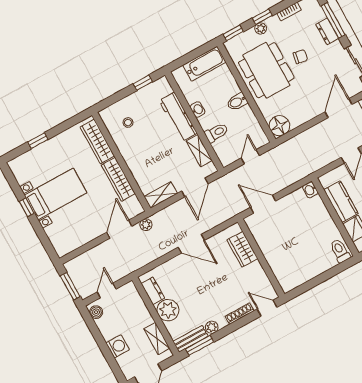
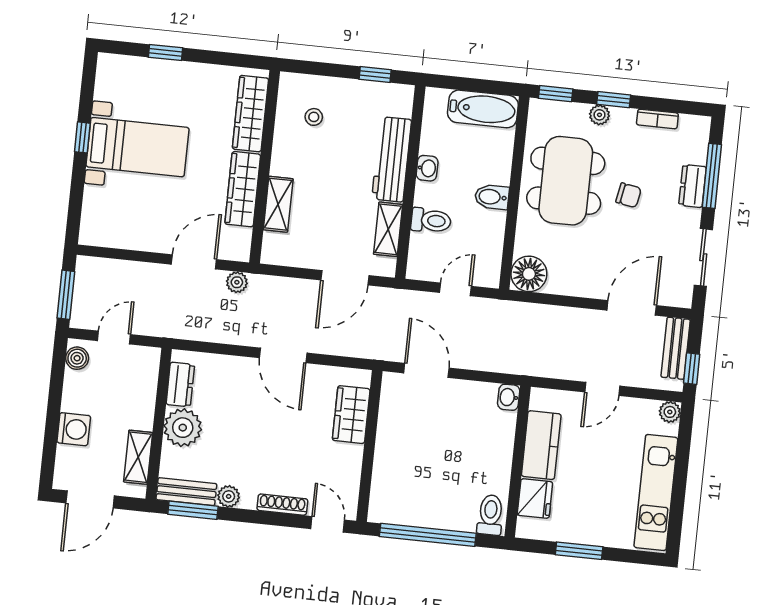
shelving: (161, 195) -> (278, 204), moved, turned 90
window: (317, 280) -> (428, 535), added

